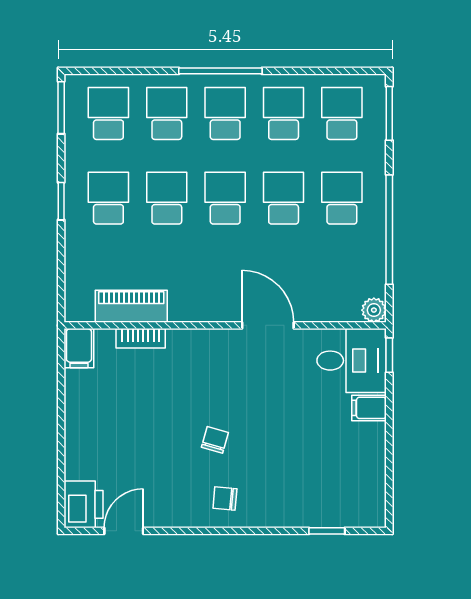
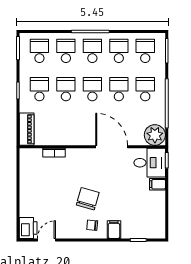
piano: (131, 306) -> (27, 129), moved, turned 90
plant: (374, 310) -> (155, 135), width x1.87, depth x1.87
door: (268, 325) -> (112, 147), width x1.36
filing cabinet: (79, 348) -> (114, 230), moved, turned 180
chair: (215, 440) -> (88, 199), width x1.87, depth x1.87

